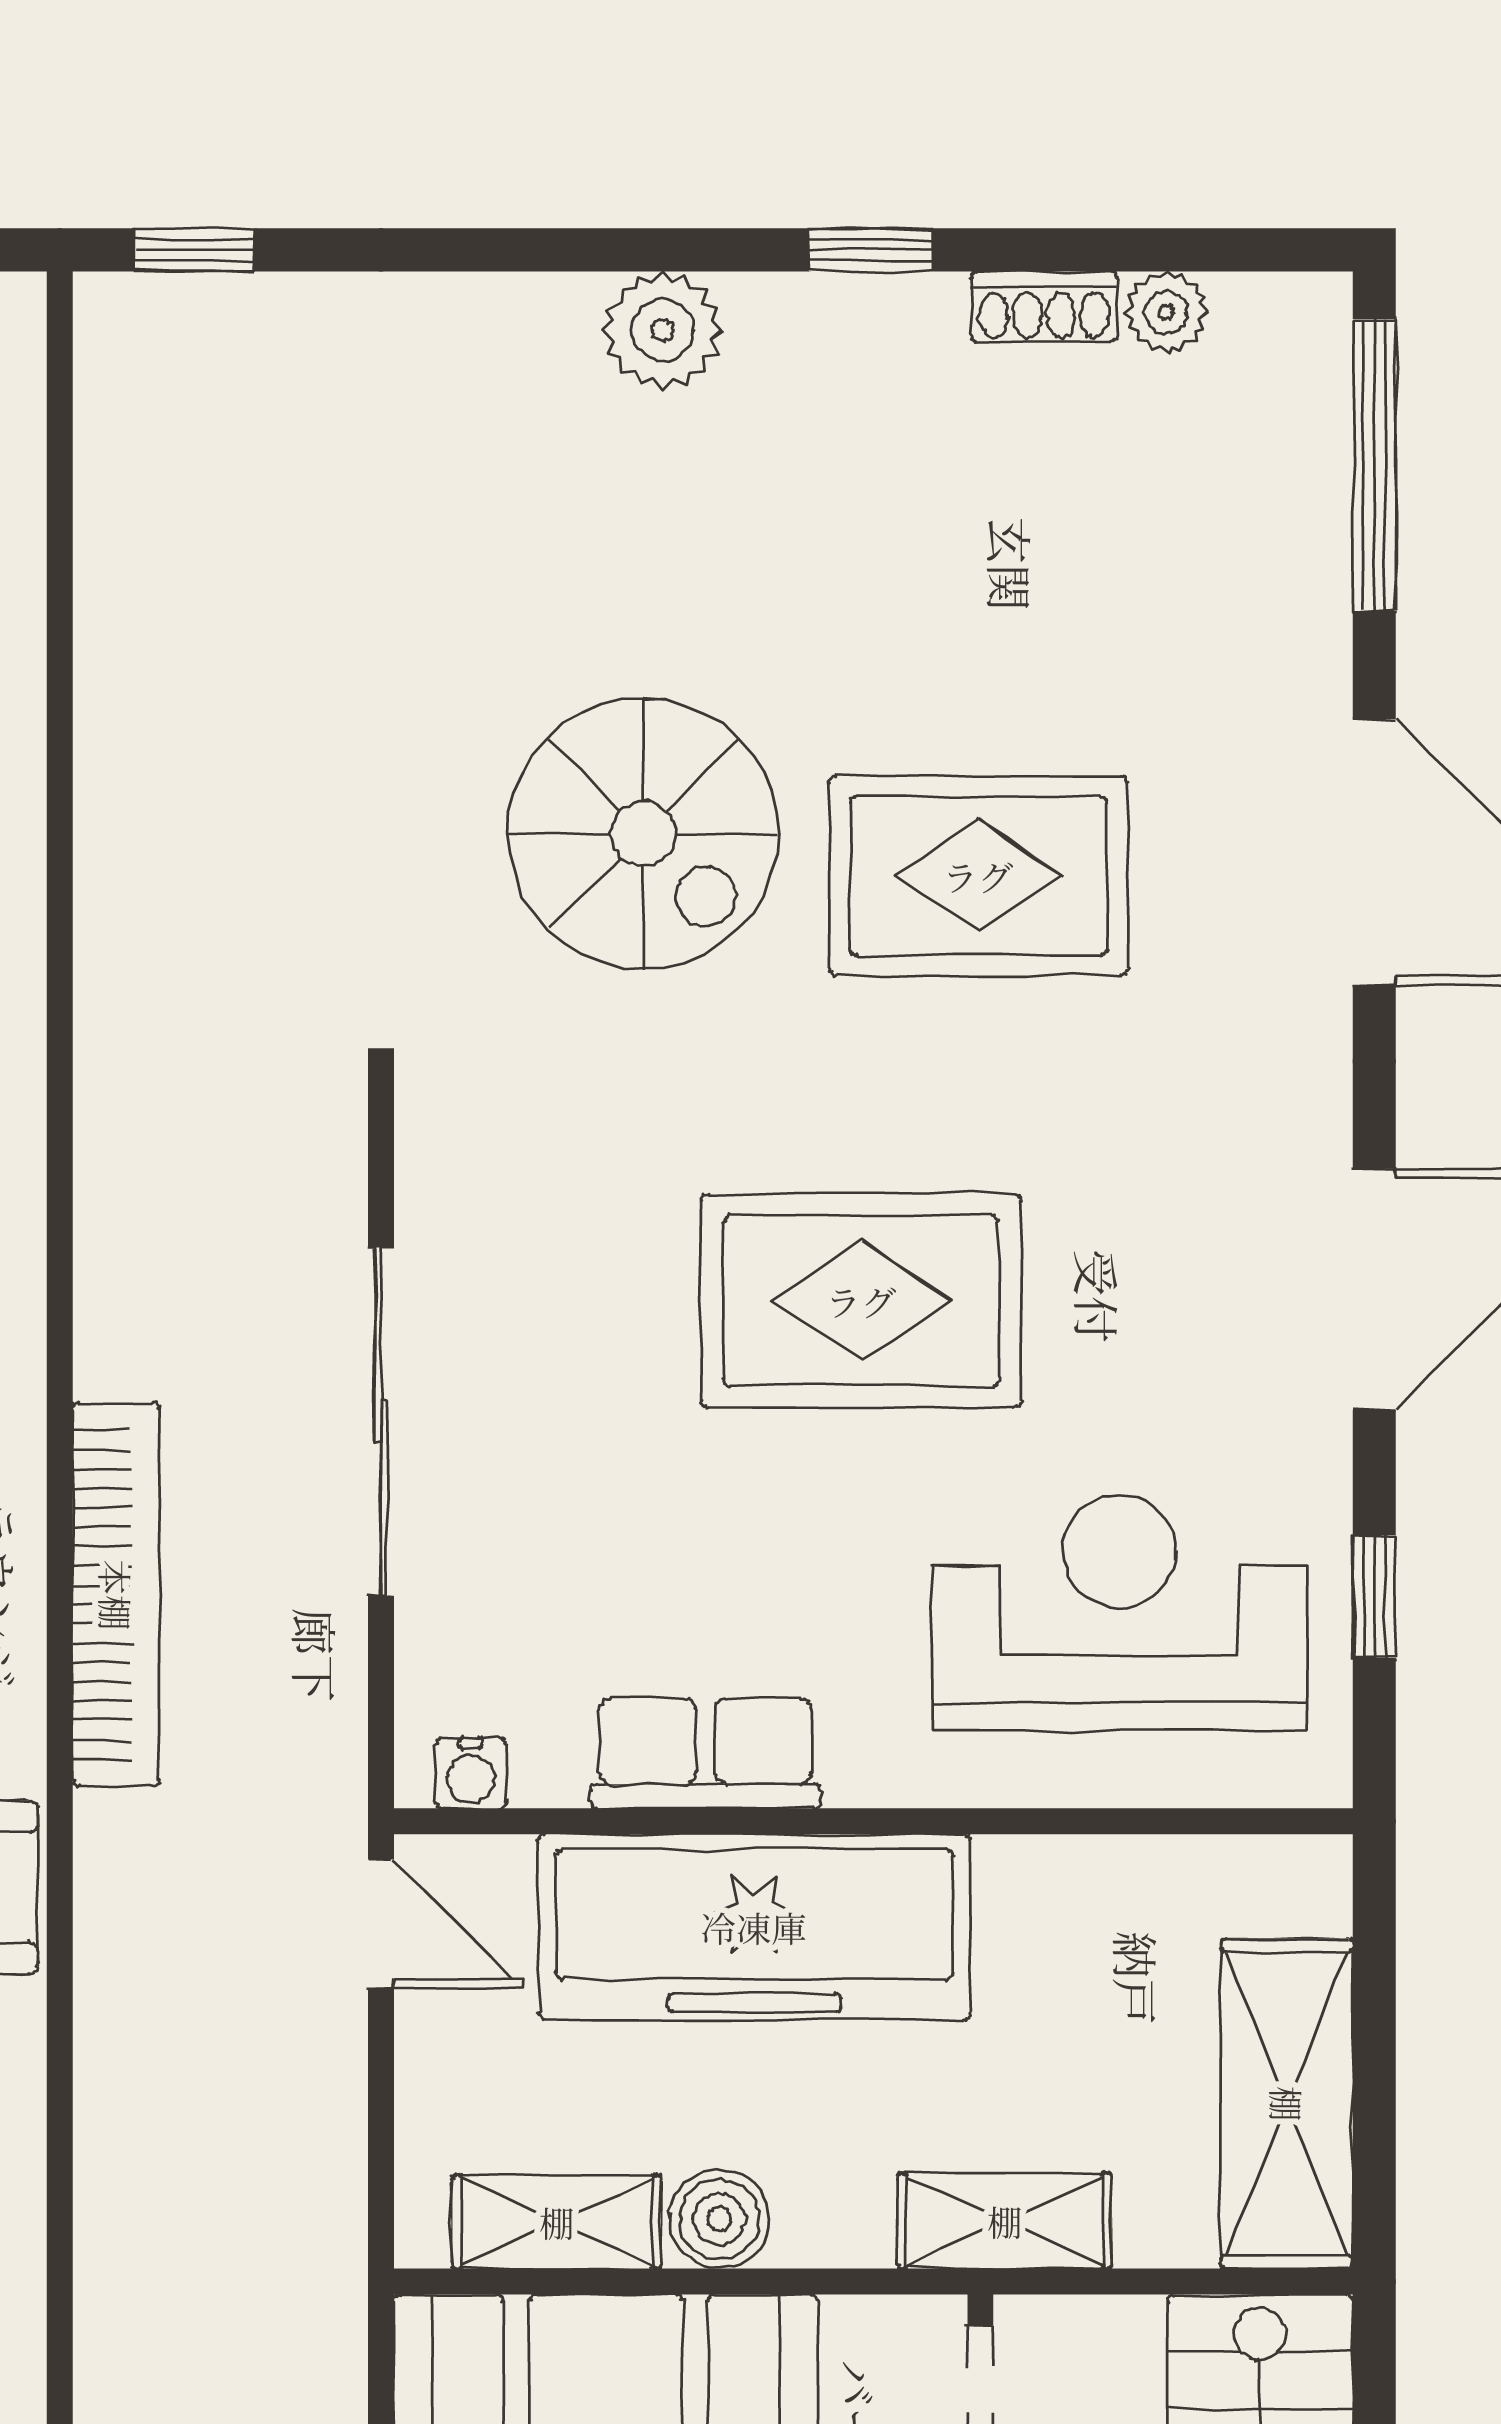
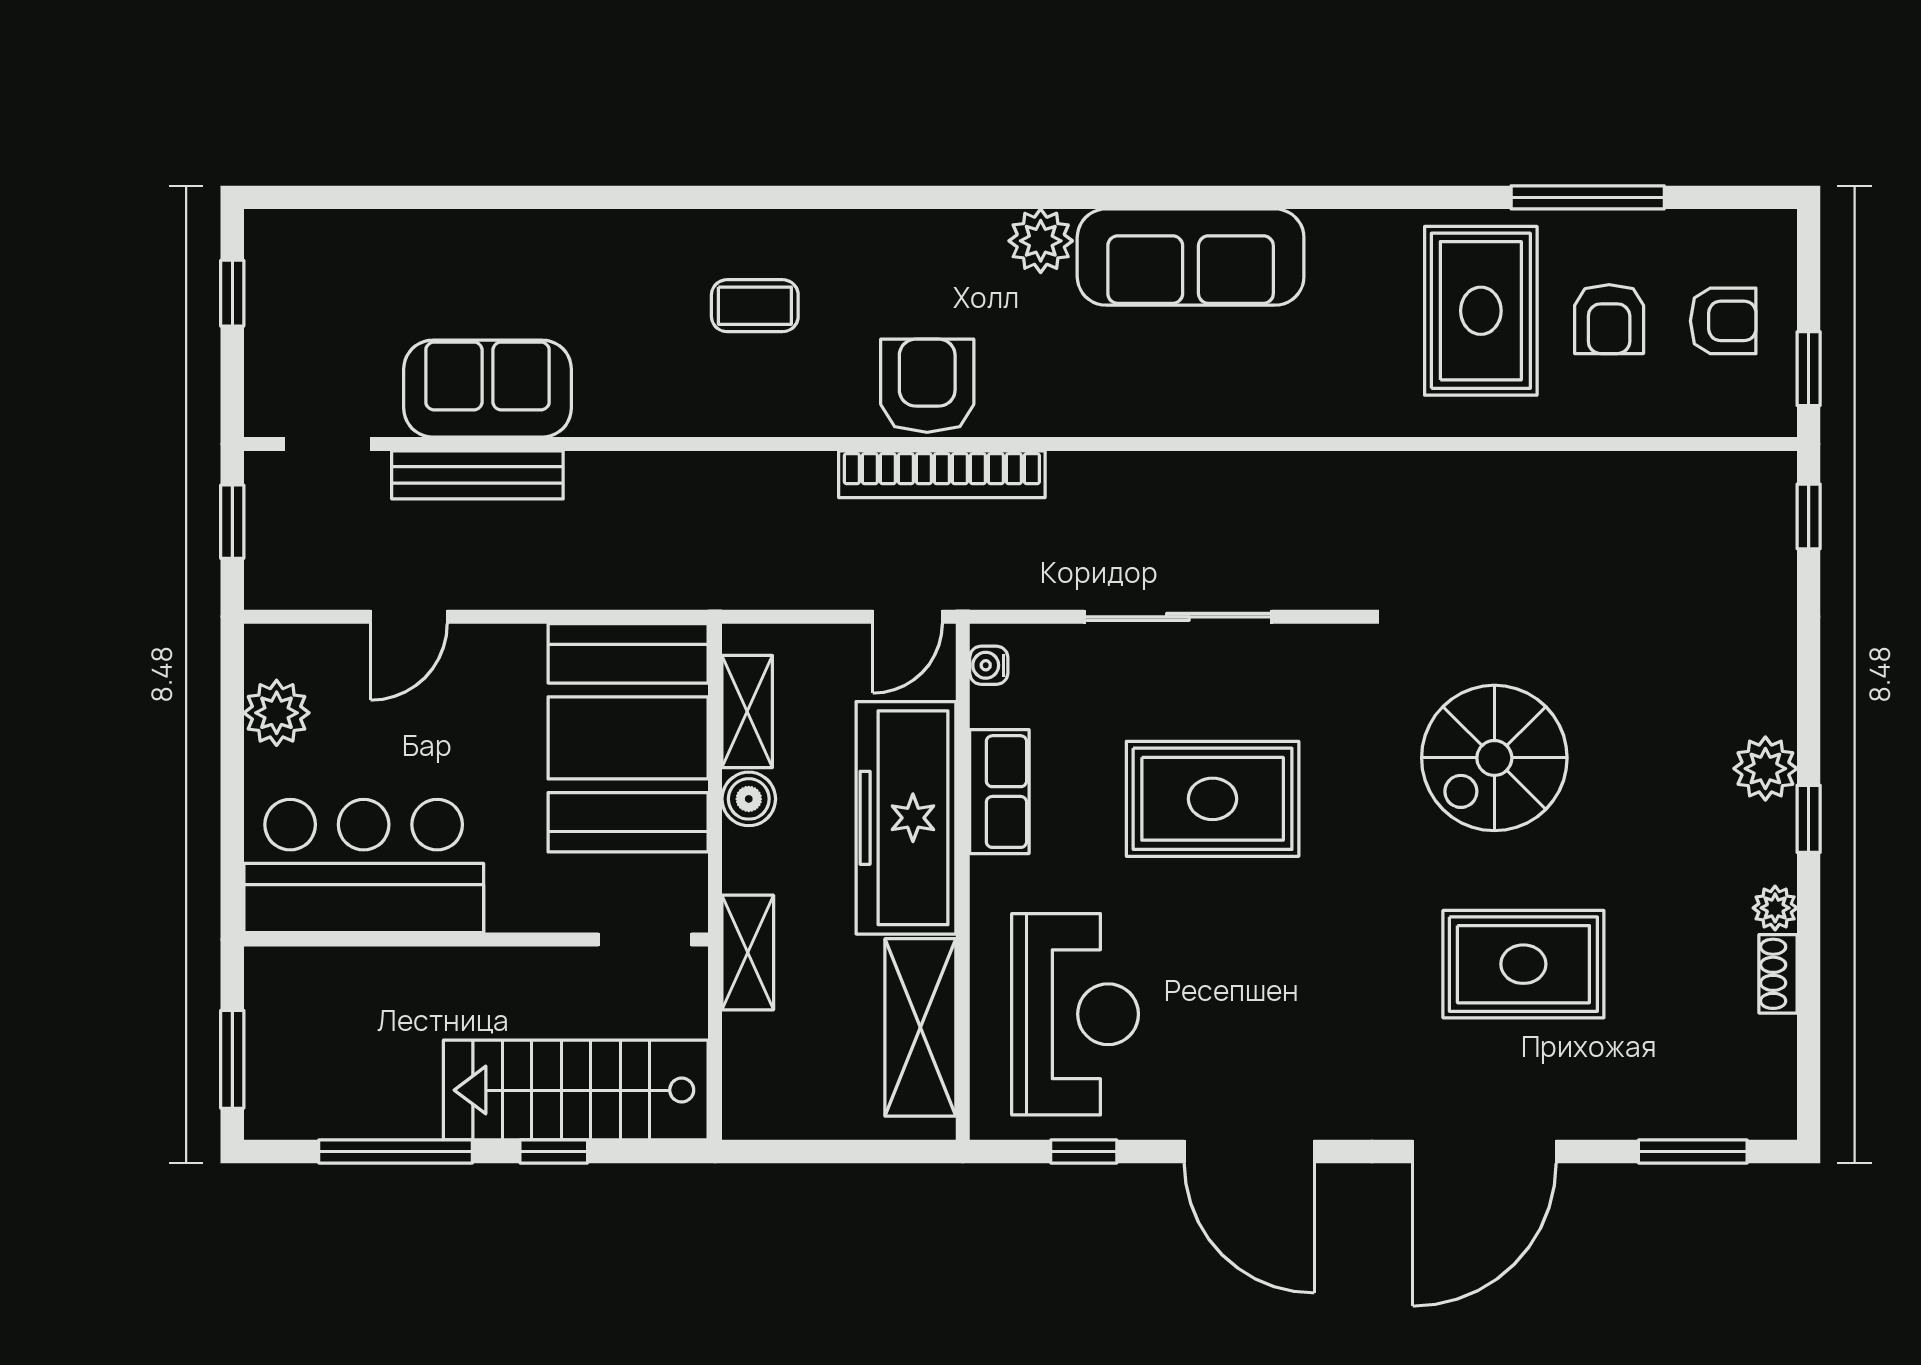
window: (871, 250) -> (1809, 819), moved
plant: (1167, 312) -> (1775, 908), moved
window: (1374, 465) -> (1693, 1151), width x0.69
rug: (978, 876) -> (1523, 964), moved, turned 90
rug: (861, 1301) -> (1213, 799), moved, turned 90
bookcase: (116, 1595) -> (942, 474), moved
shelving: (1287, 2104) -> (920, 1027), moved, turned 90

